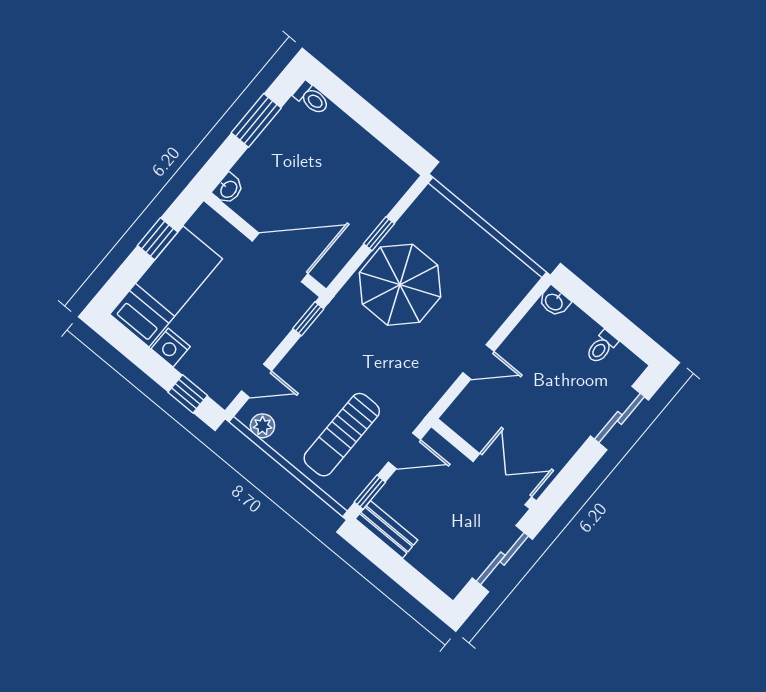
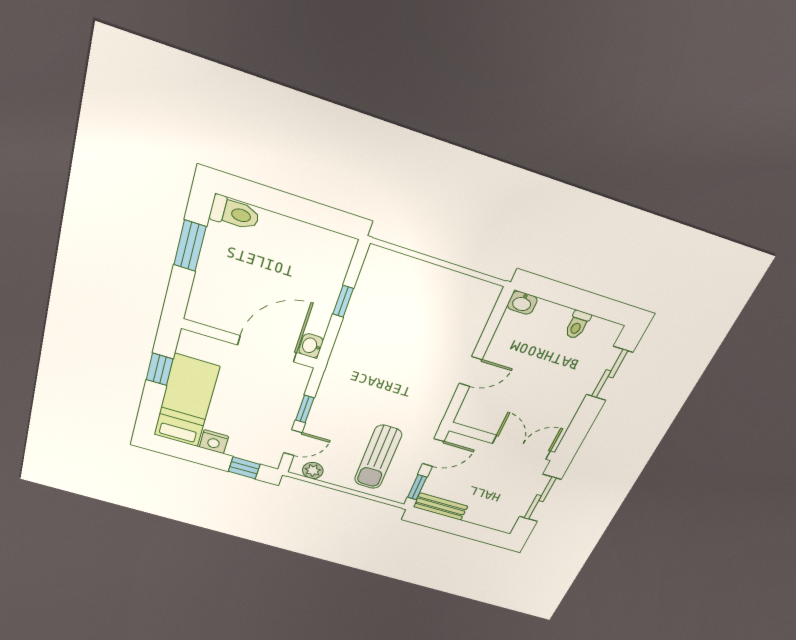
toilet: (312, 98) -> (235, 213), width x1.37, depth x1.39
washbasin: (228, 189) -> (311, 346), moved, turned 180
parasol: (400, 285) -> (379, 335), removed
window: (308, 319) -> (305, 409), moved

